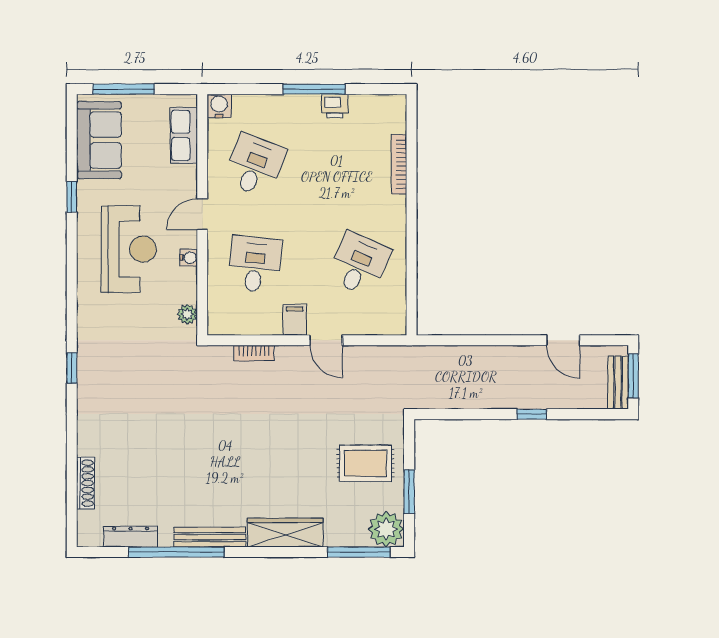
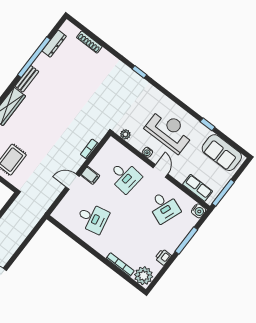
window: (124, 89) -> (223, 193), moved
window: (314, 89) -> (186, 241), moved
plant: (388, 114) -> (144, 276), added
reception desk: (129, 249) -> (169, 131), turned 180
desk: (359, 264) -> (93, 218), turned -36
bench: (210, 537) -> (27, 79), width x0.73

